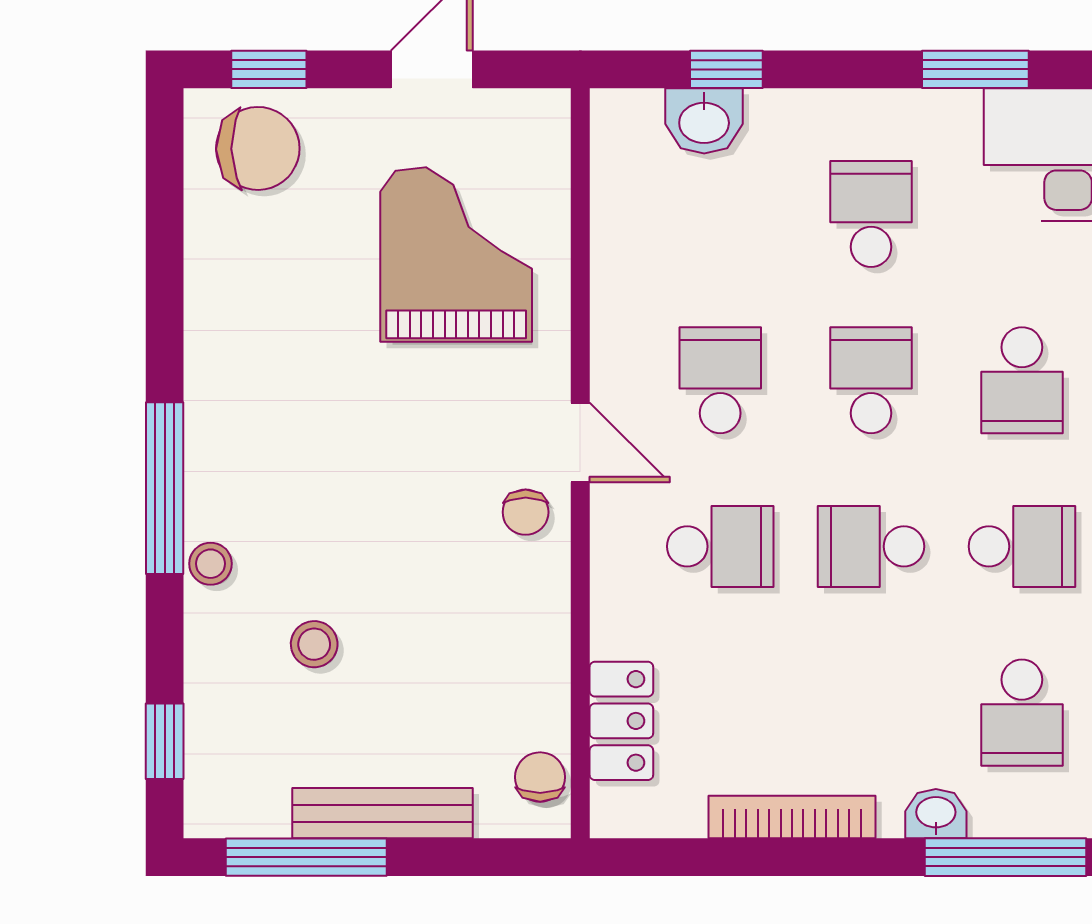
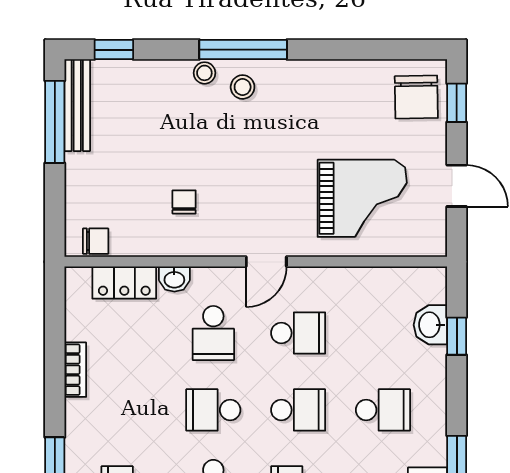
chair: (526, 512) -> (184, 202), moved, turned 90
school desk: (871, 546) -> (213, 410), turned -90
stool: (314, 644) -> (243, 87), moved
bench: (383, 813) -> (77, 105), moved
washbasin: (936, 814) -> (174, 279), moved, turned 90
bookcase: (792, 817) -> (75, 370), width x0.64

